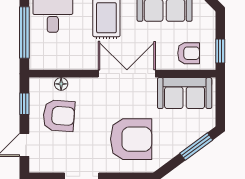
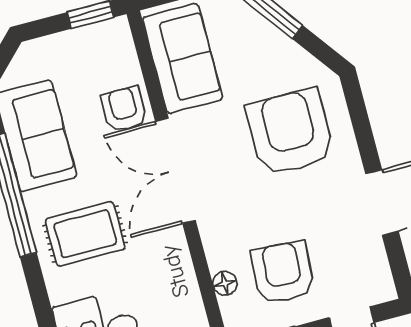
armchair: (189, 53) -> (124, 109), moved

